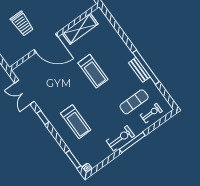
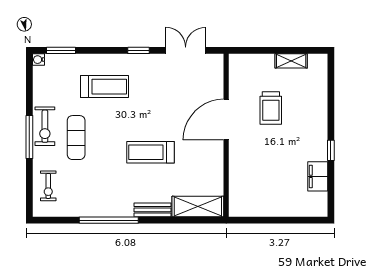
trolley: (22, 24) -> (271, 108), turned -90
shelving: (80, 29) -> (198, 206), moved, turned 90
bench: (139, 70) -> (152, 210), moved
exercise mat: (134, 102) -> (76, 138), moved
treadmill: (76, 122) -> (104, 87), turned 180

